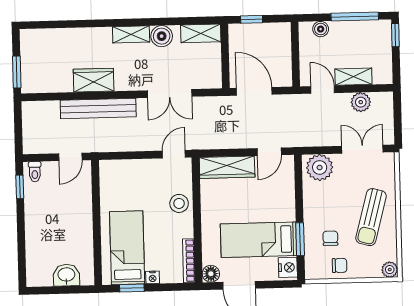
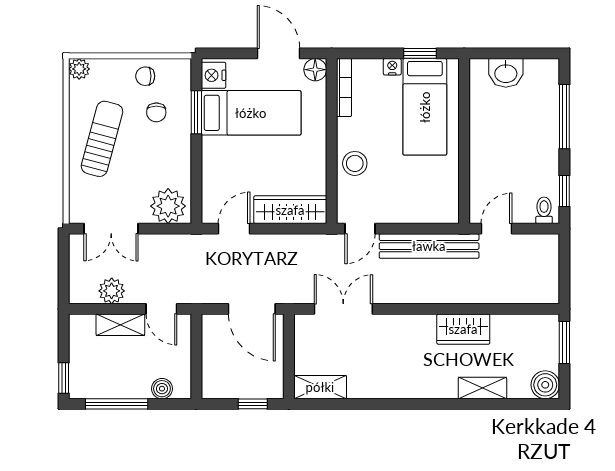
shelving: (131, 34) -> (482, 388), moved
boiler: (162, 36) -> (545, 385), moved
double door: (170, 94) -> (343, 309), moved
bench: (98, 109) -> (429, 246), moved
window: (21, 243) -> (564, 117), added

